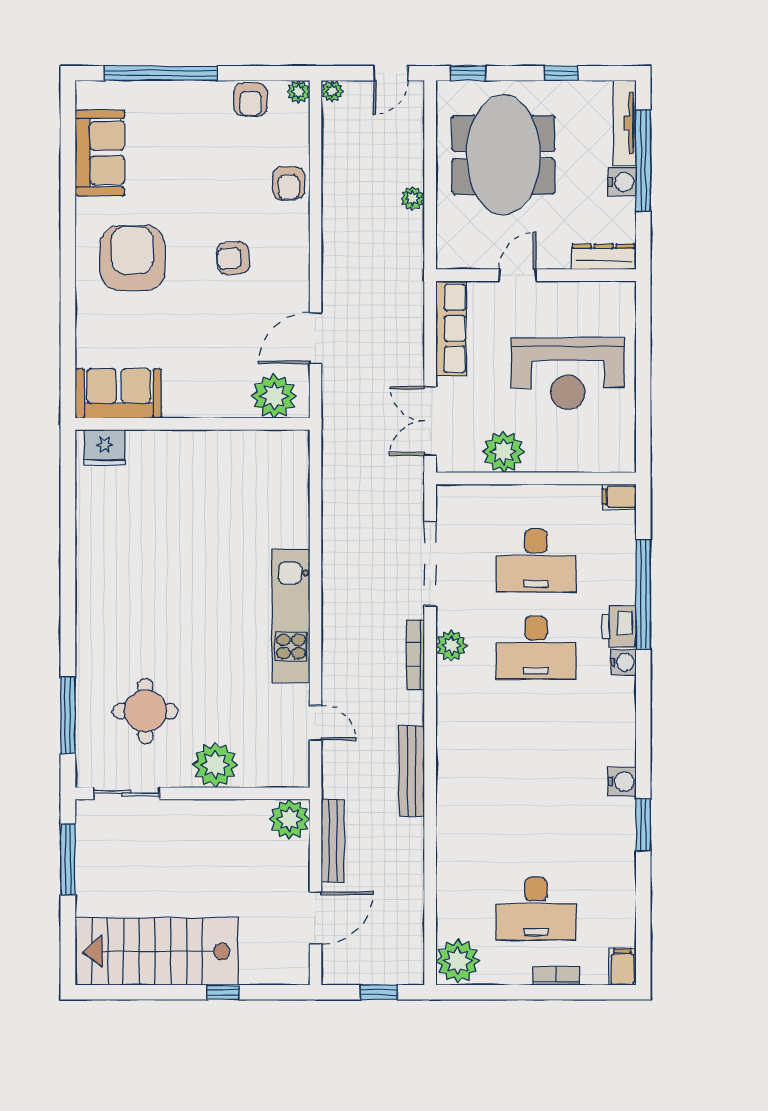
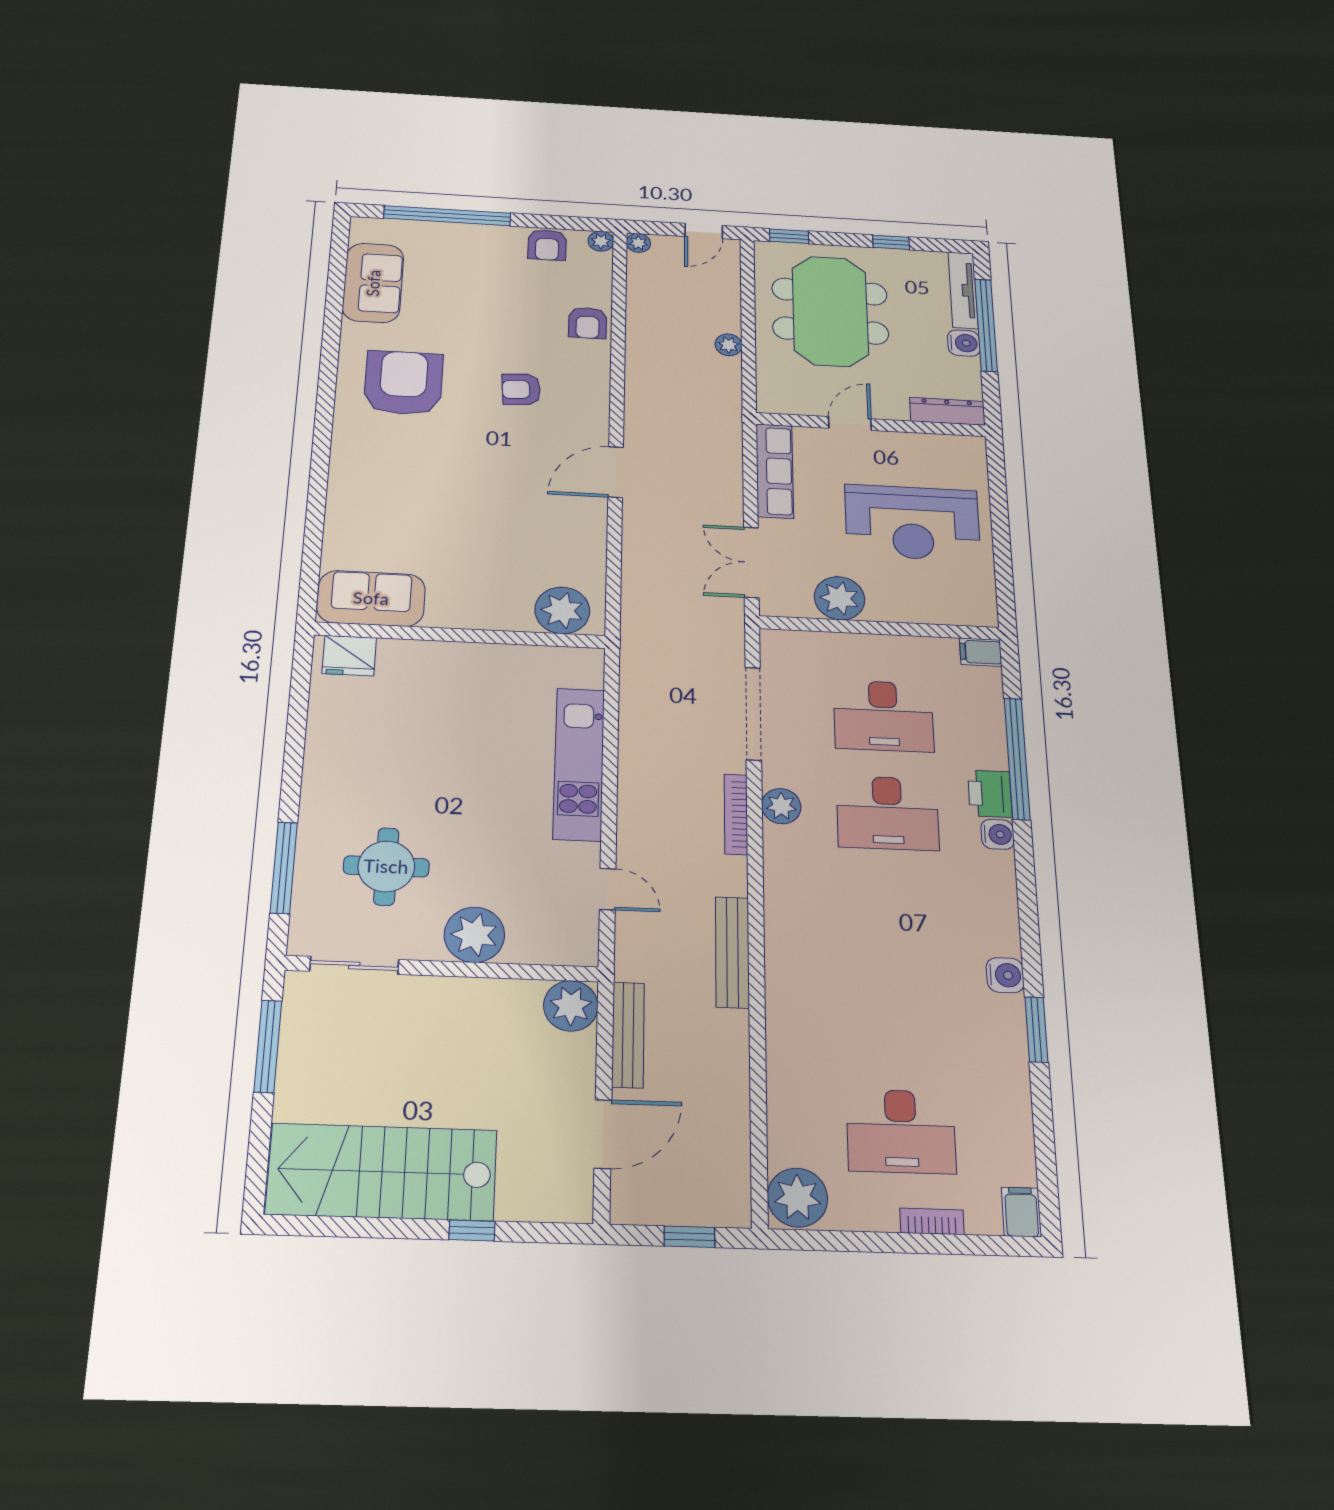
sofa: (119, 393) -> (371, 598), moved
plant: (274, 396) -> (562, 610), moved
wall: (192, 424) -> (460, 635), moved
fridge: (105, 447) -> (349, 656), moved

